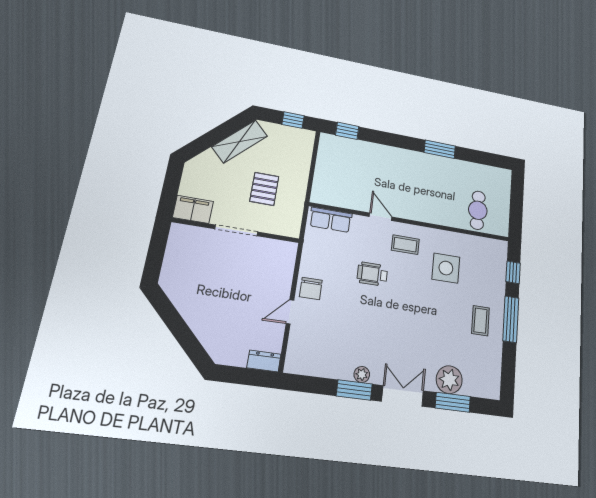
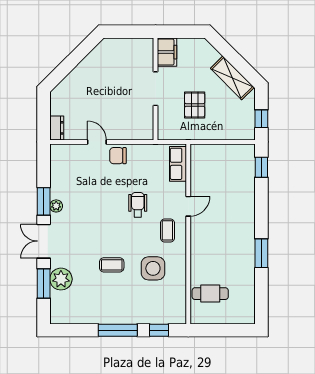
pallet: (264, 189) -> (195, 105), turned 90
coffee table: (480, 321) -> (112, 265), moved
double door: (403, 396) -> (44, 241), swing flipped

